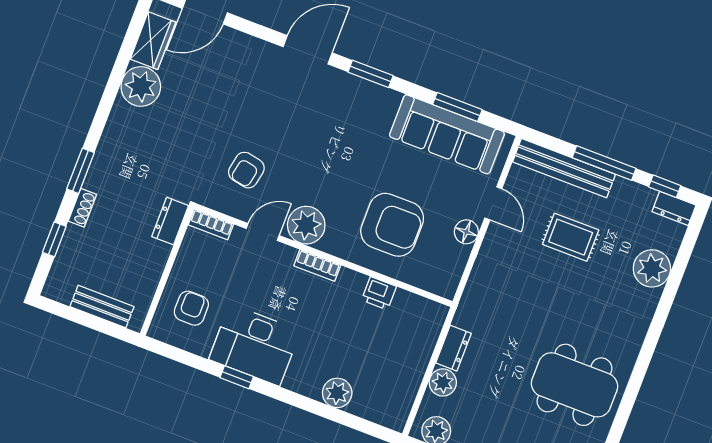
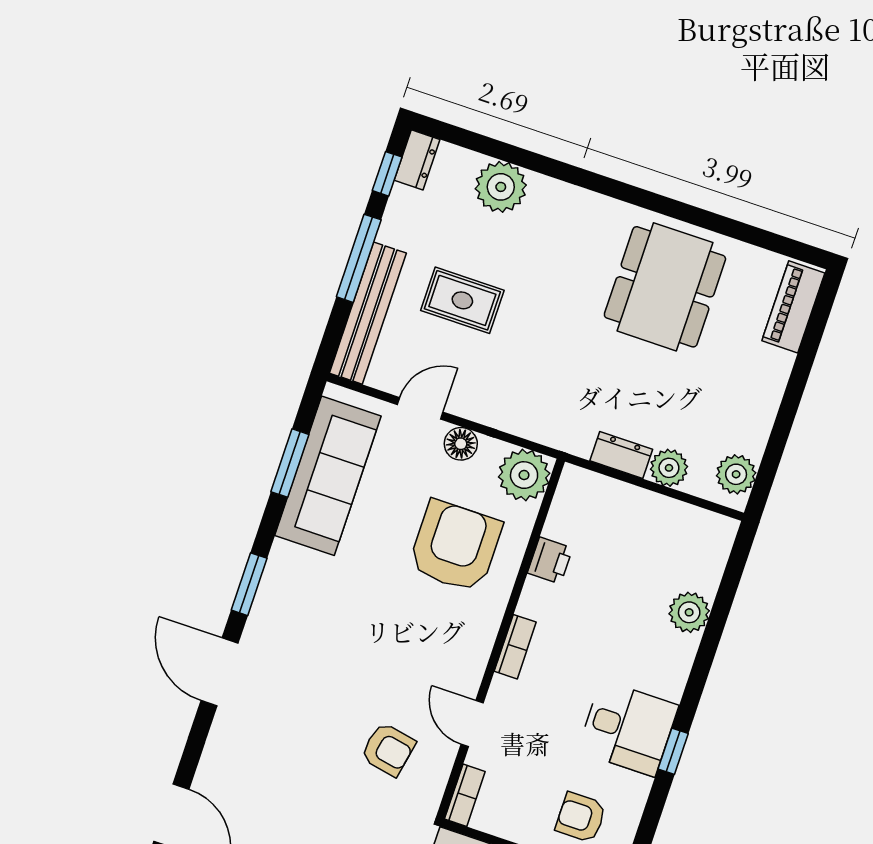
plant: (306, 225) -> (524, 475), moved
rug: (571, 237) -> (462, 300), turned 90
desk: (255, 345) -> (628, 728), width x0.73

